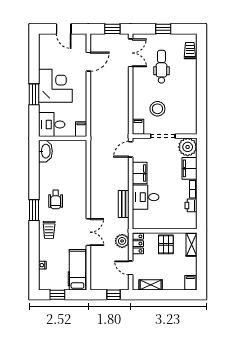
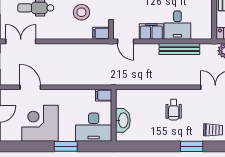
corner desk: (55, 86) -> (40, 123), moved
desk: (52, 124) -> (94, 127), width x1.37
washbasin: (45, 151) -> (123, 120), moved, turned 90
wheelchair: (56, 200) -> (174, 110), moved, turned 90
bench: (124, 204) -> (179, 49), width x1.36

